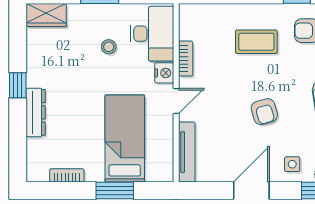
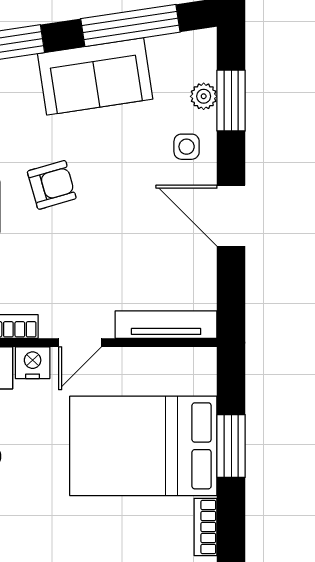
door: (176, 101) -> (80, 343), swing flipped
armchair: (264, 112) -> (52, 185), moved
bed: (125, 139) -> (143, 446), width x1.50

